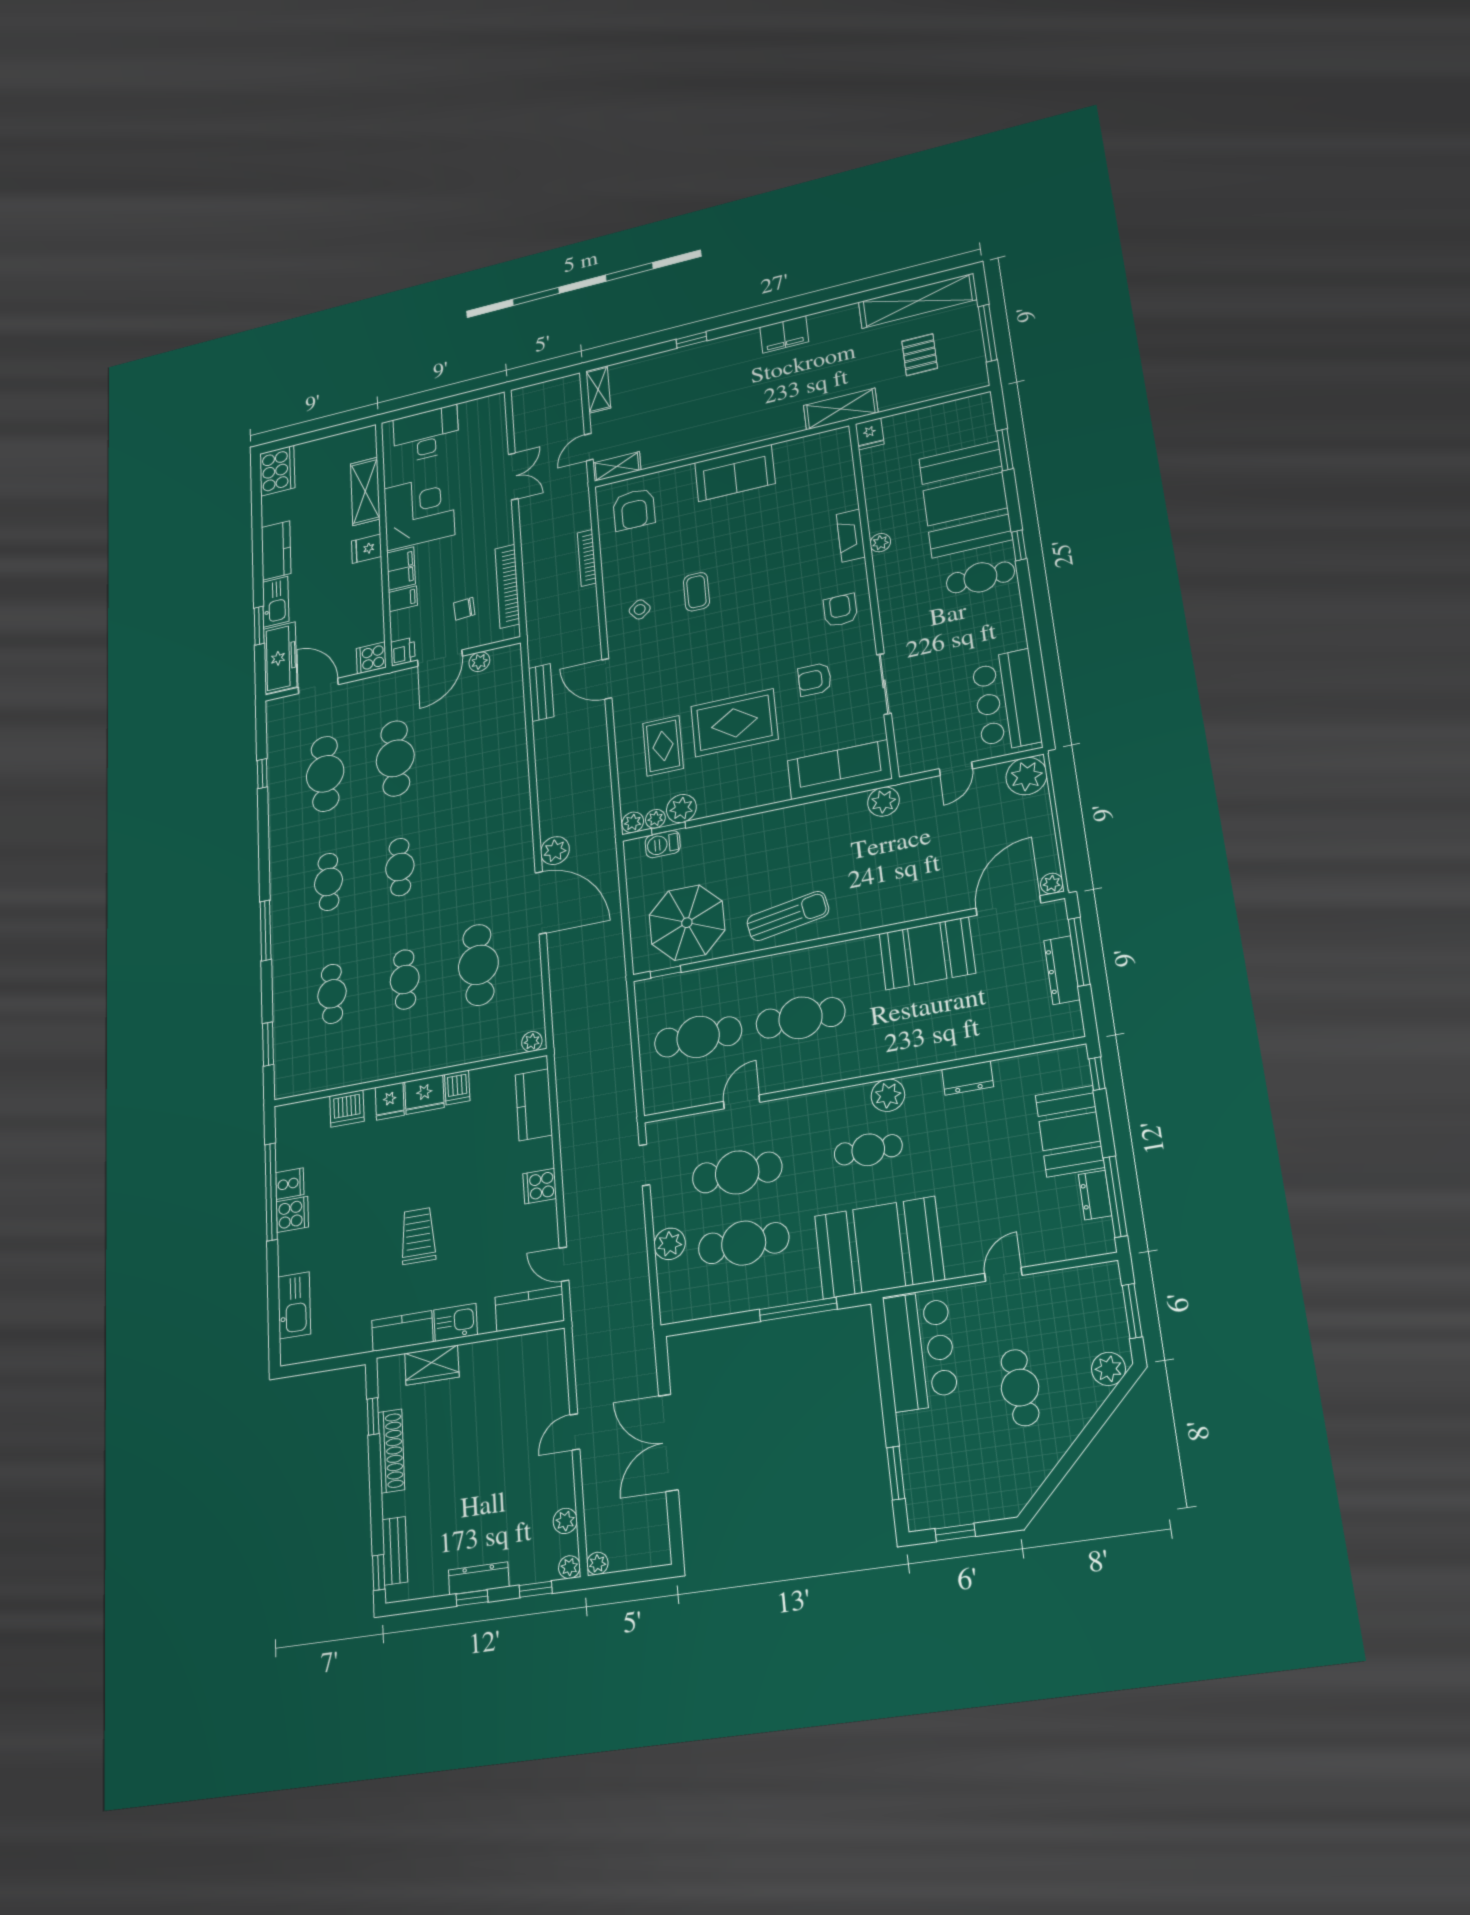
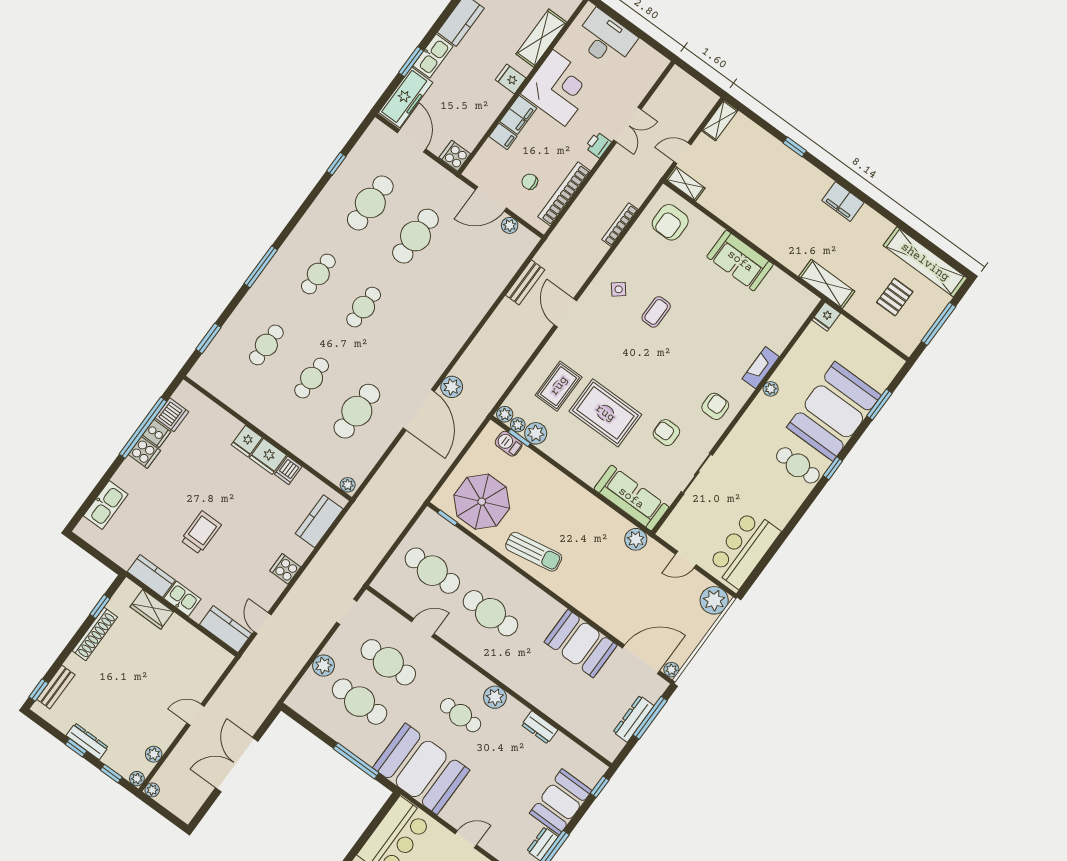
printer: (403, 652) -> (598, 145), moved, turned 180
dishwasher: (347, 1108) -> (172, 415), moved, turned -90

